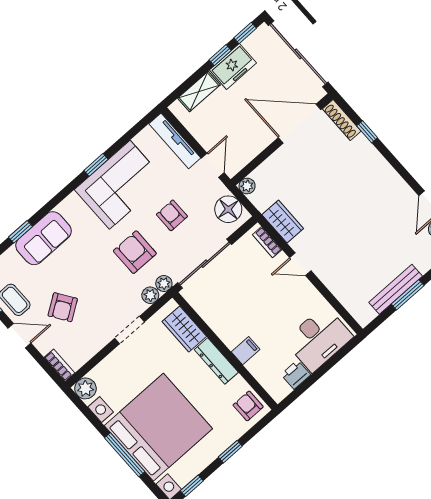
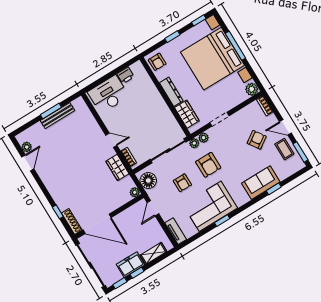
tv unit: (175, 141) -> (176, 231), width x0.71
filing cabinet: (246, 351) -> (153, 95), removed

